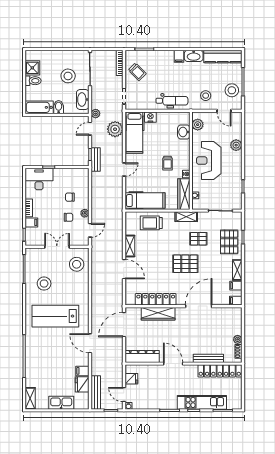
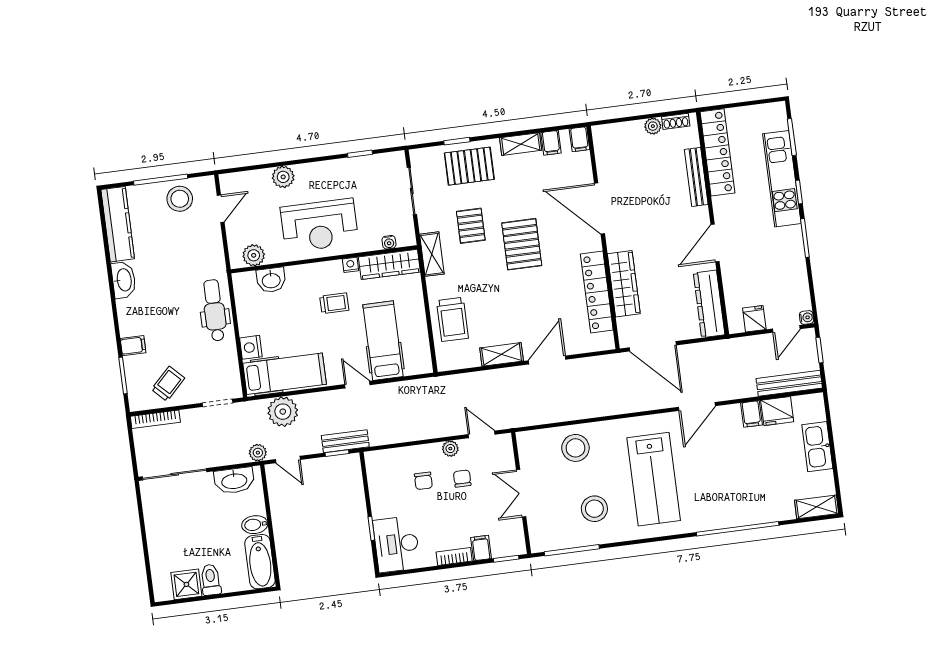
filing cabinet: (179, 56) -> (133, 346), moved
stool: (68, 76) -> (193, 514), removed
stool: (206, 96) -> (196, 247), removed
hospital bed: (145, 201) -> (383, 341), moved
stool: (77, 264) -> (575, 448), moved

